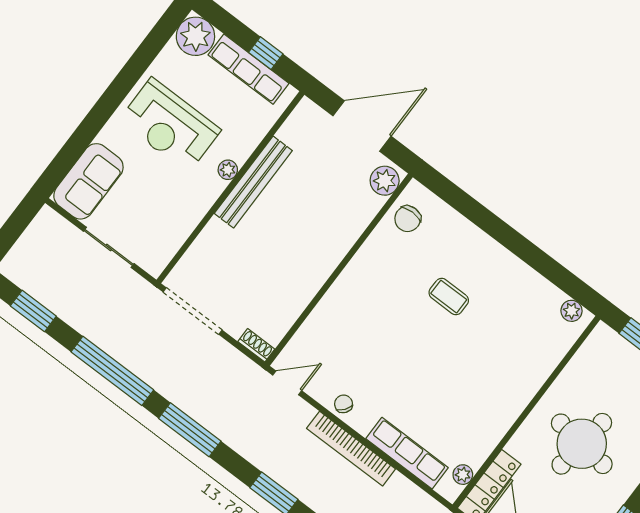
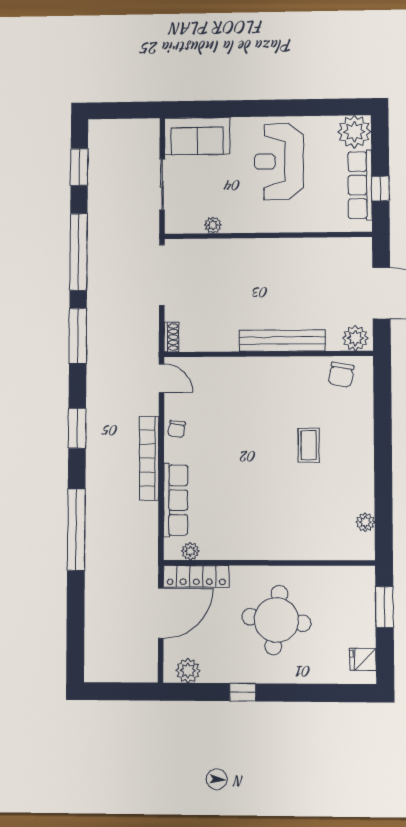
plant: (228, 170) -> (213, 225), moved
bench: (253, 182) -> (282, 341), moved
chair: (408, 219) -> (341, 375), turned -80
plant: (572, 311) -> (365, 522), moved
chair: (344, 404) -> (177, 429), turned 152

